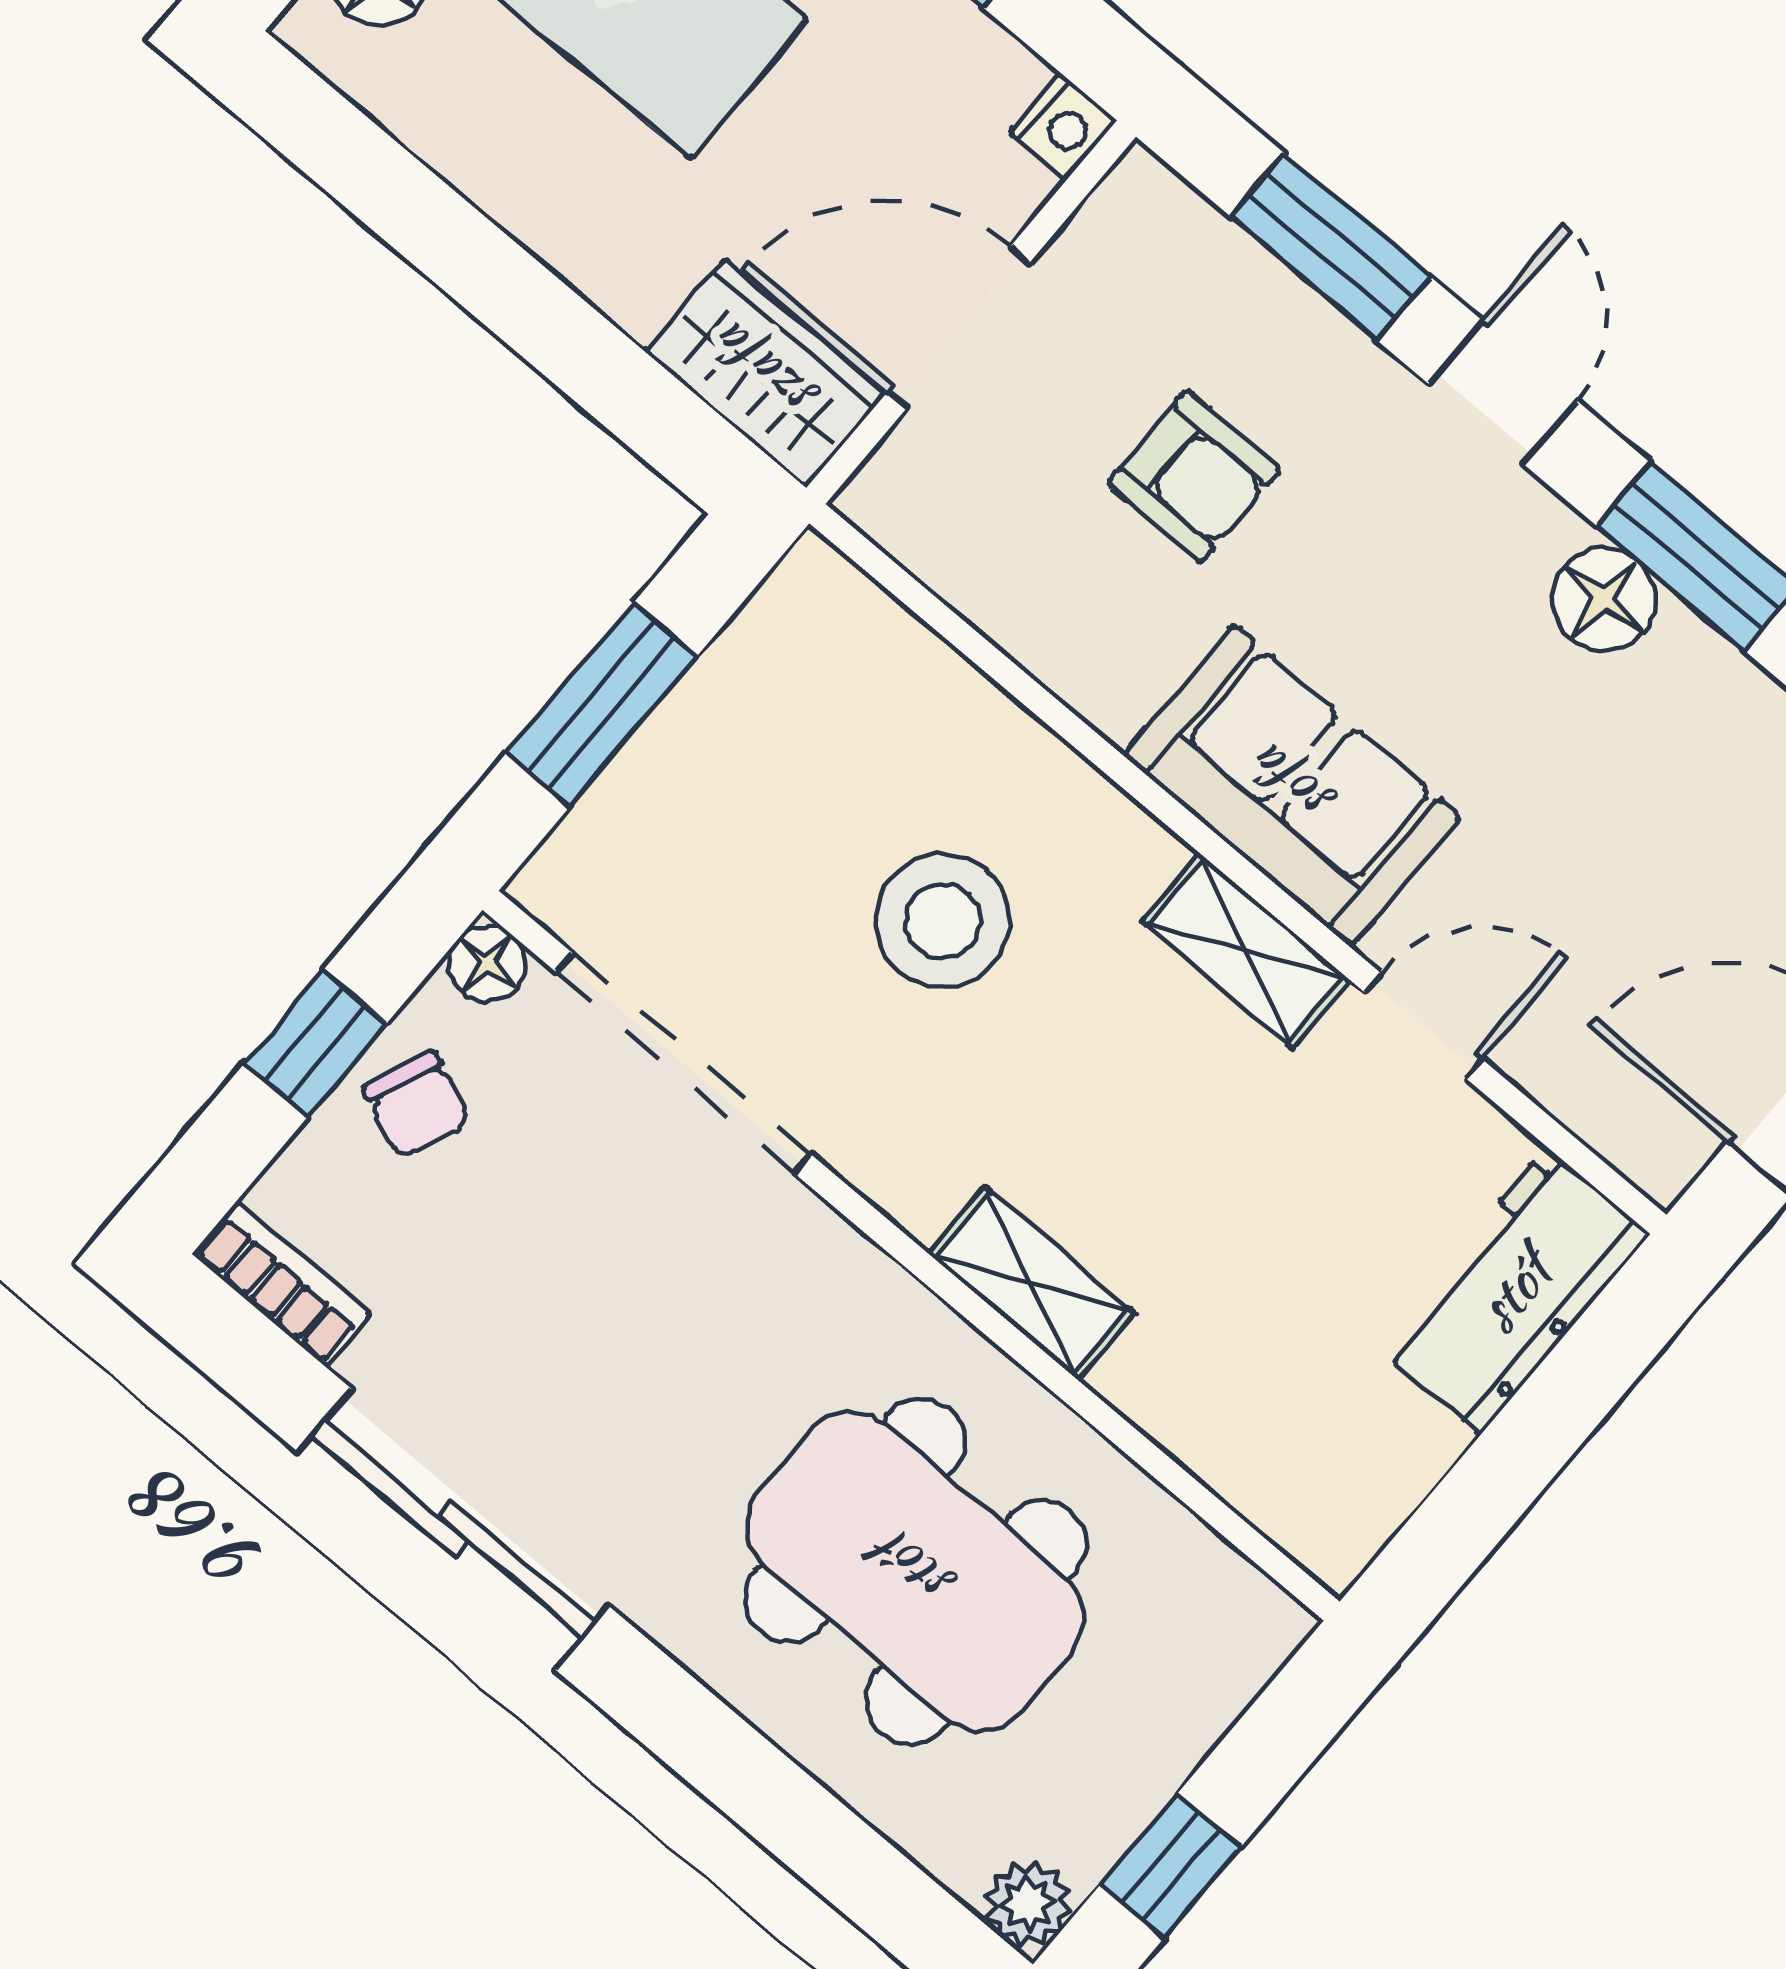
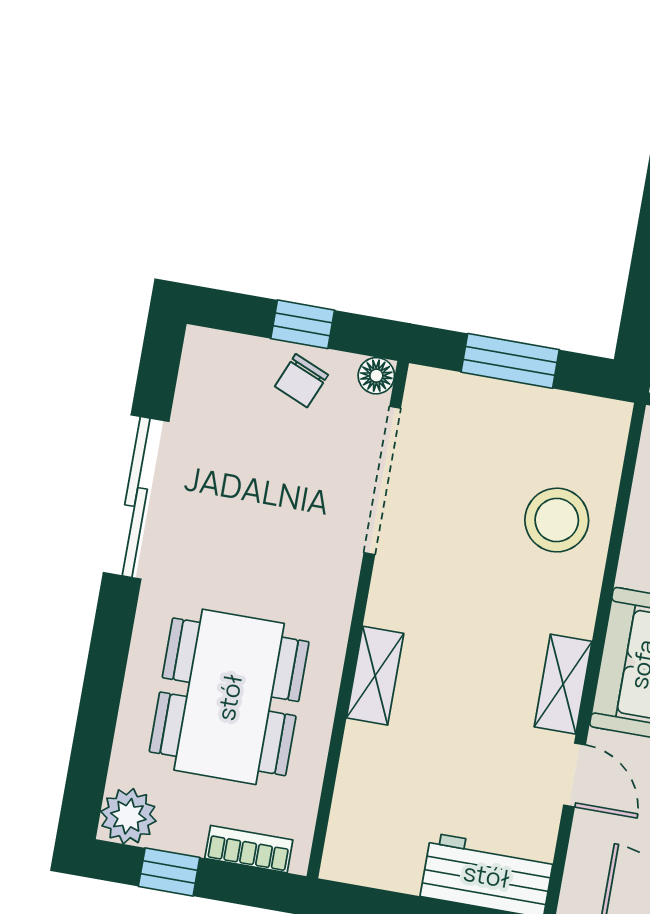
stool: (943, 921) -> (557, 520), moved
bookcase: (282, 1284) -> (249, 849), moved, turned -90
plant: (1028, 1904) -> (128, 816), width x1.38, depth x1.38

